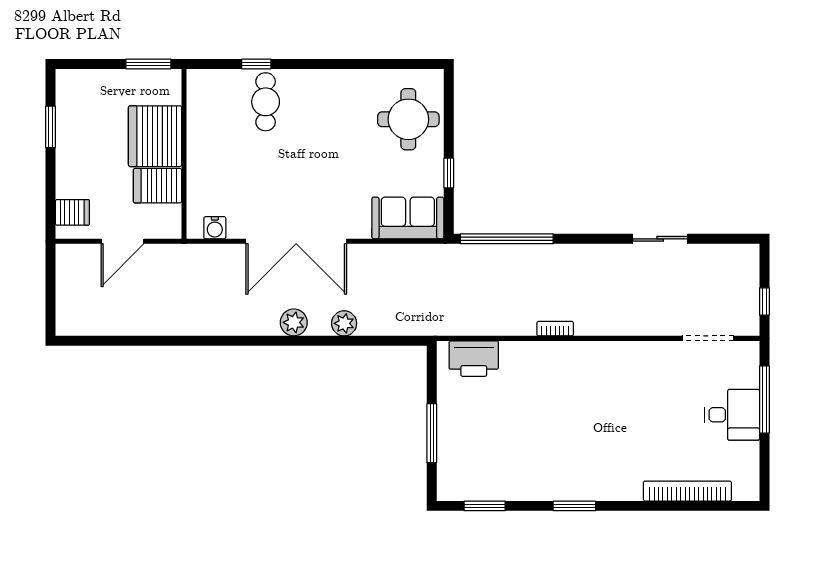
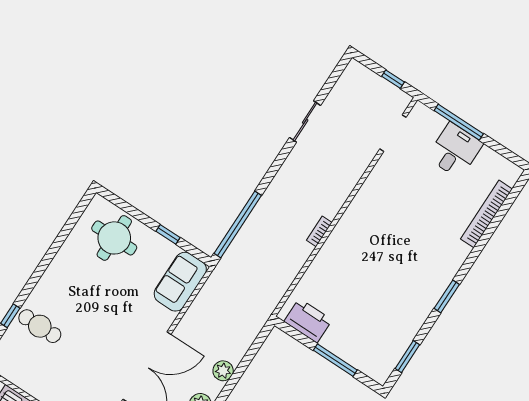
printer: (474, 359) -> (308, 321), moved, turned -90

